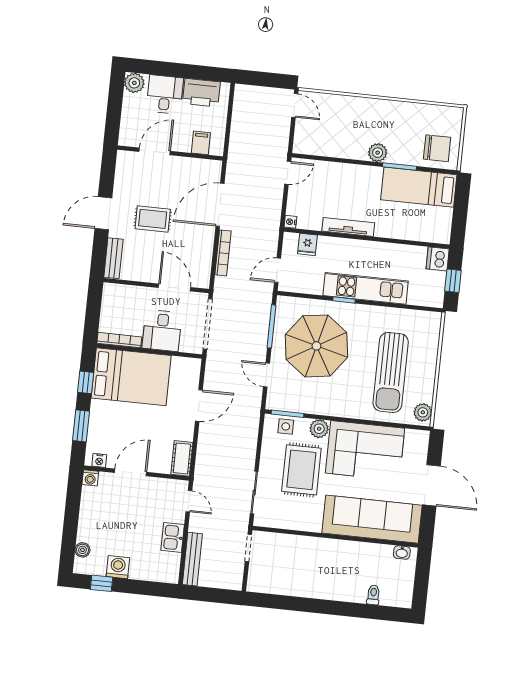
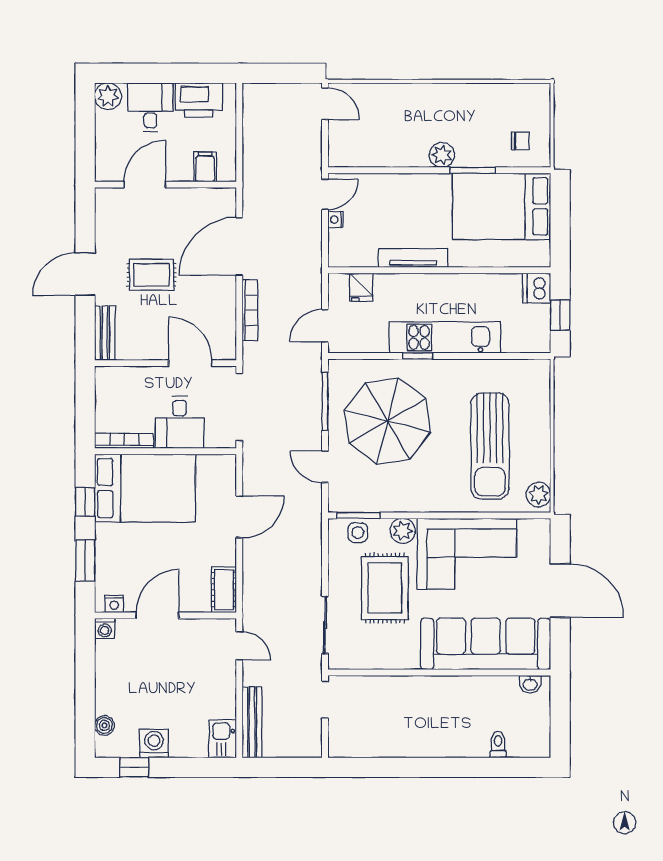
chair: (437, 148) -> (520, 141), width x0.54, depth x0.54
bed: (419, 187) -> (501, 206), width x1.50
nightstand: (290, 222) -> (335, 220), moved
kitchen sink: (173, 537) -> (223, 739), moved

